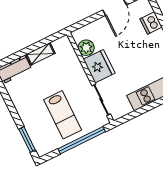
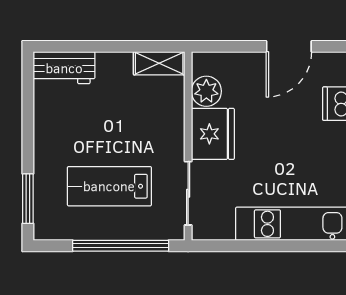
shelving: (40, 54) -> (159, 63), moved
lab bench: (63, 115) -> (109, 186), turned 90

